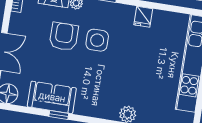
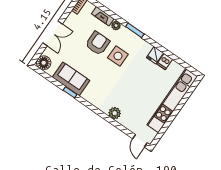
dishwasher: (159, 19) -> (165, 62), added

